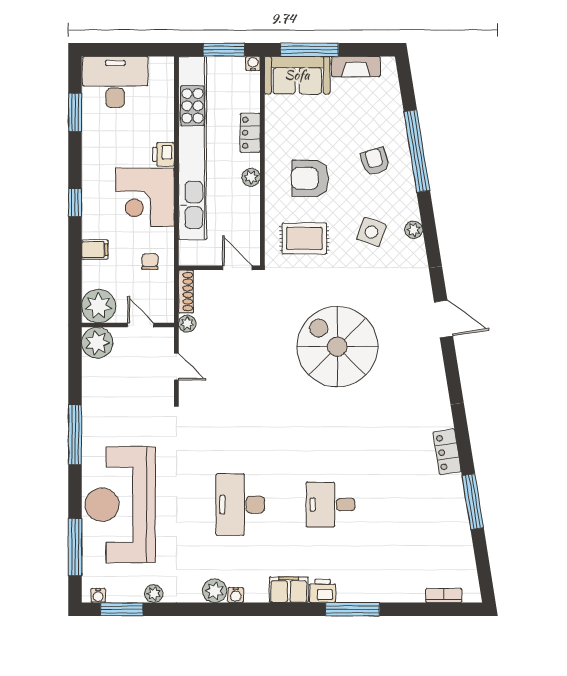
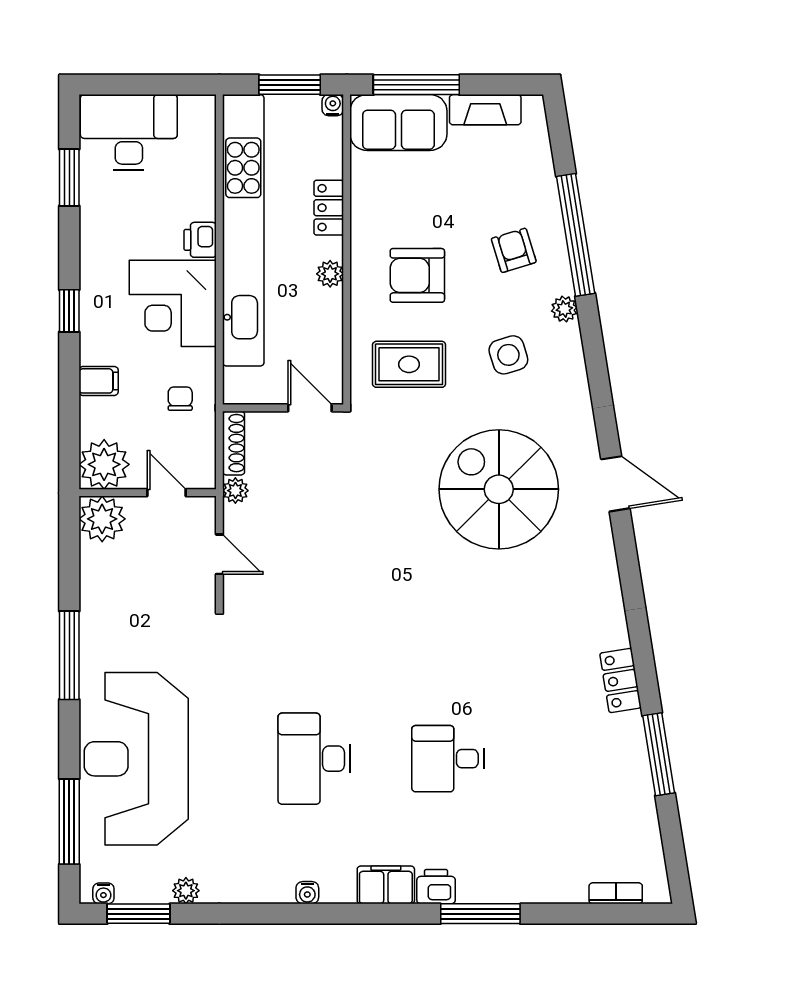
plant: (414, 230) -> (564, 309), moved
side table: (371, 232) -> (508, 355), turned -37
spiral stairs: (337, 347) -> (499, 489), moved
plant: (215, 591) -> (276, 886), removed

